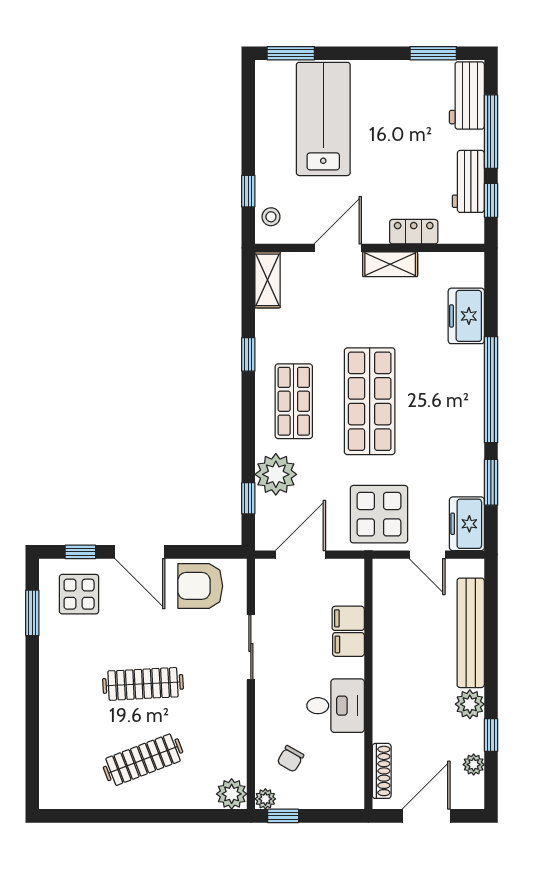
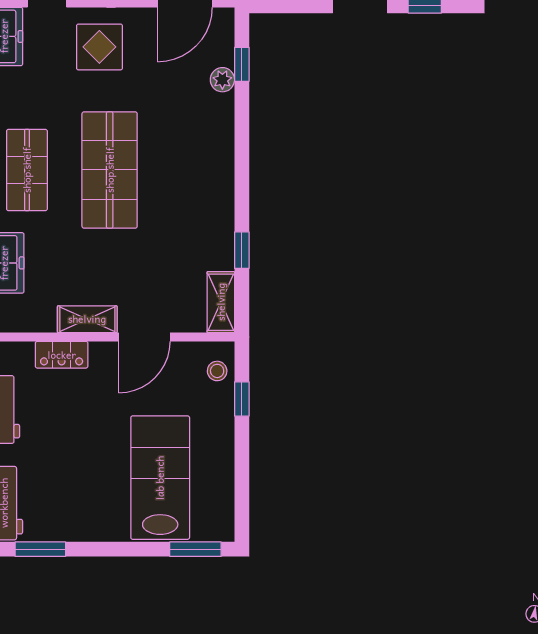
lab bench: (323, 119) -> (160, 478), turned 180
window: (248, 354) -> (242, 250), moved
shop shelf: (294, 401) -> (27, 170), moved
plant: (276, 474) -> (222, 80), width x0.53, depth x0.53
display table: (379, 514) -> (99, 47), width x0.73, depth x0.73

